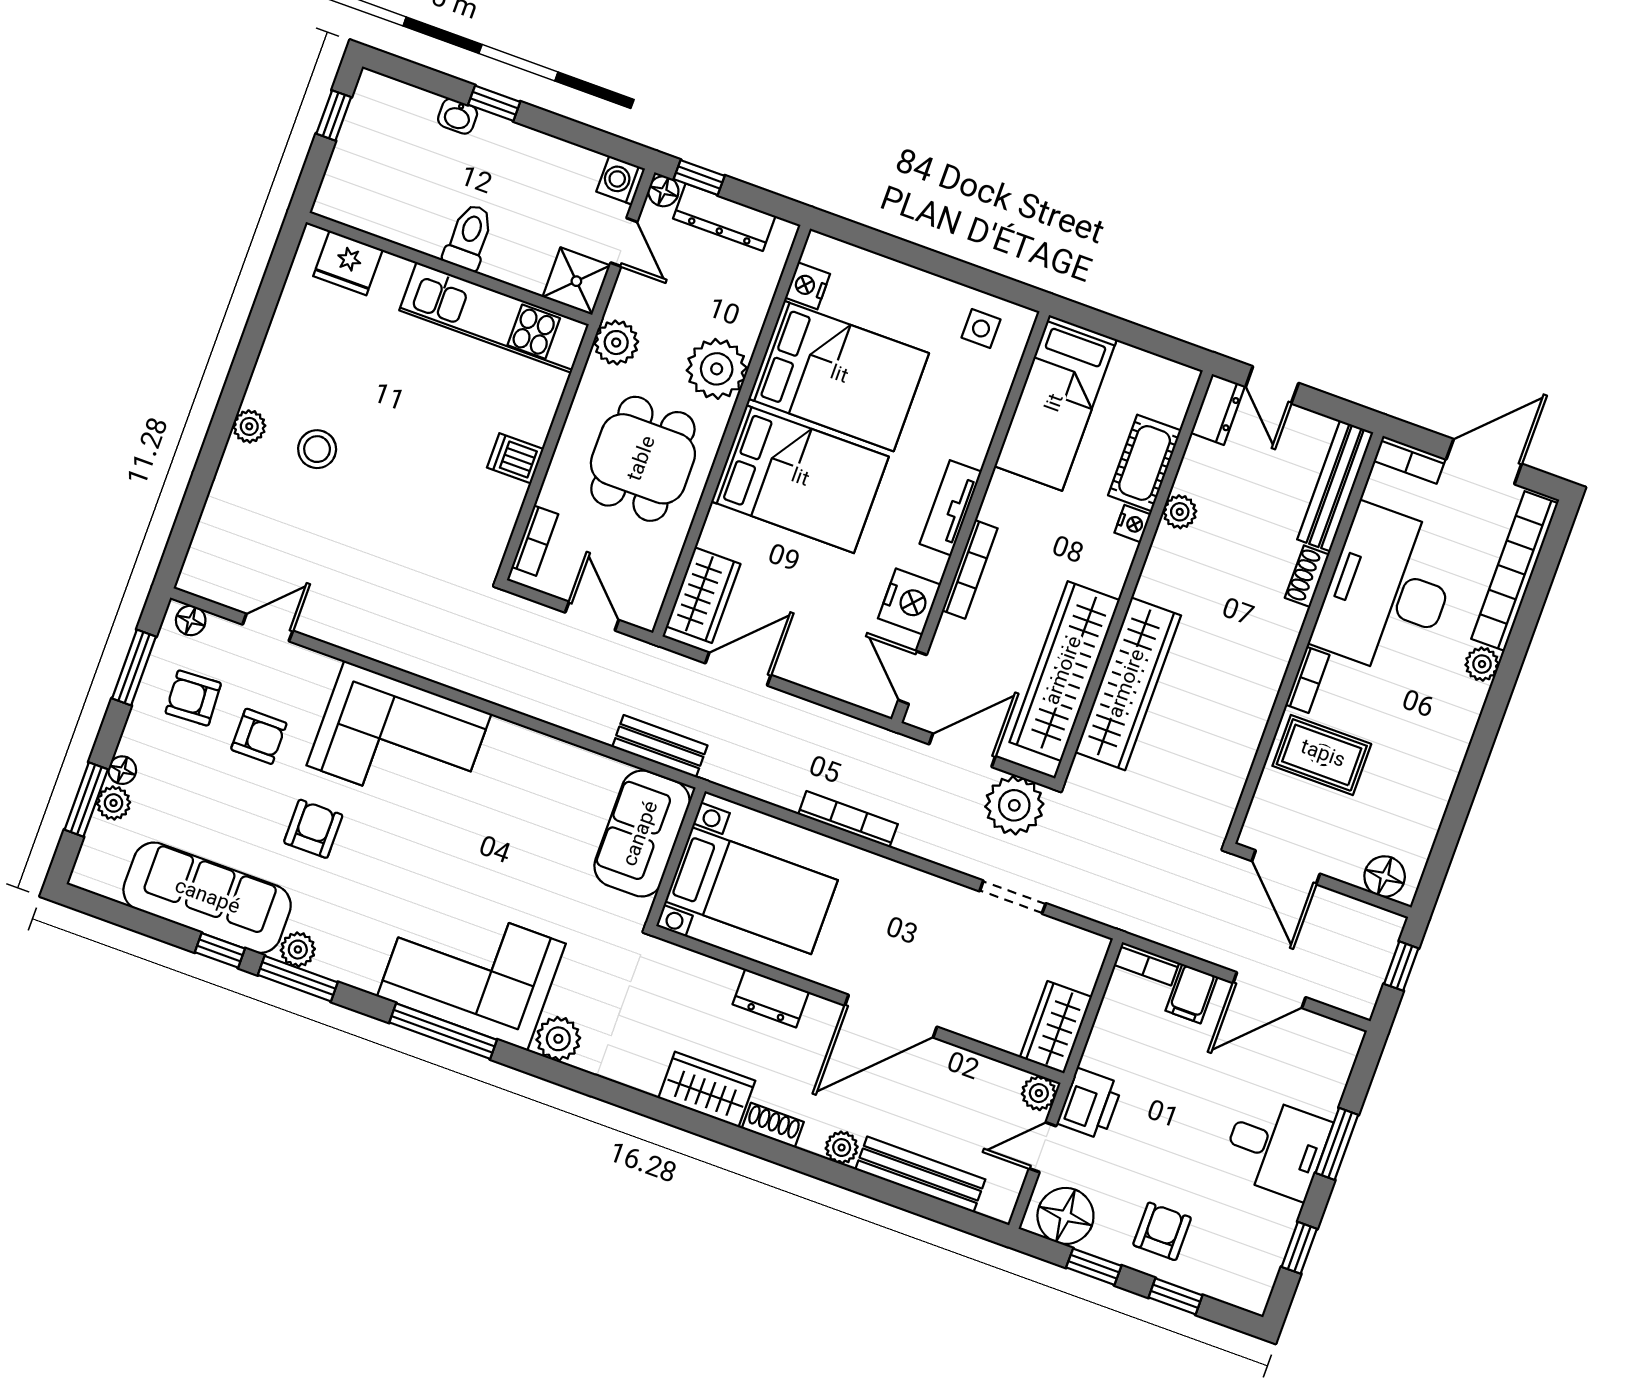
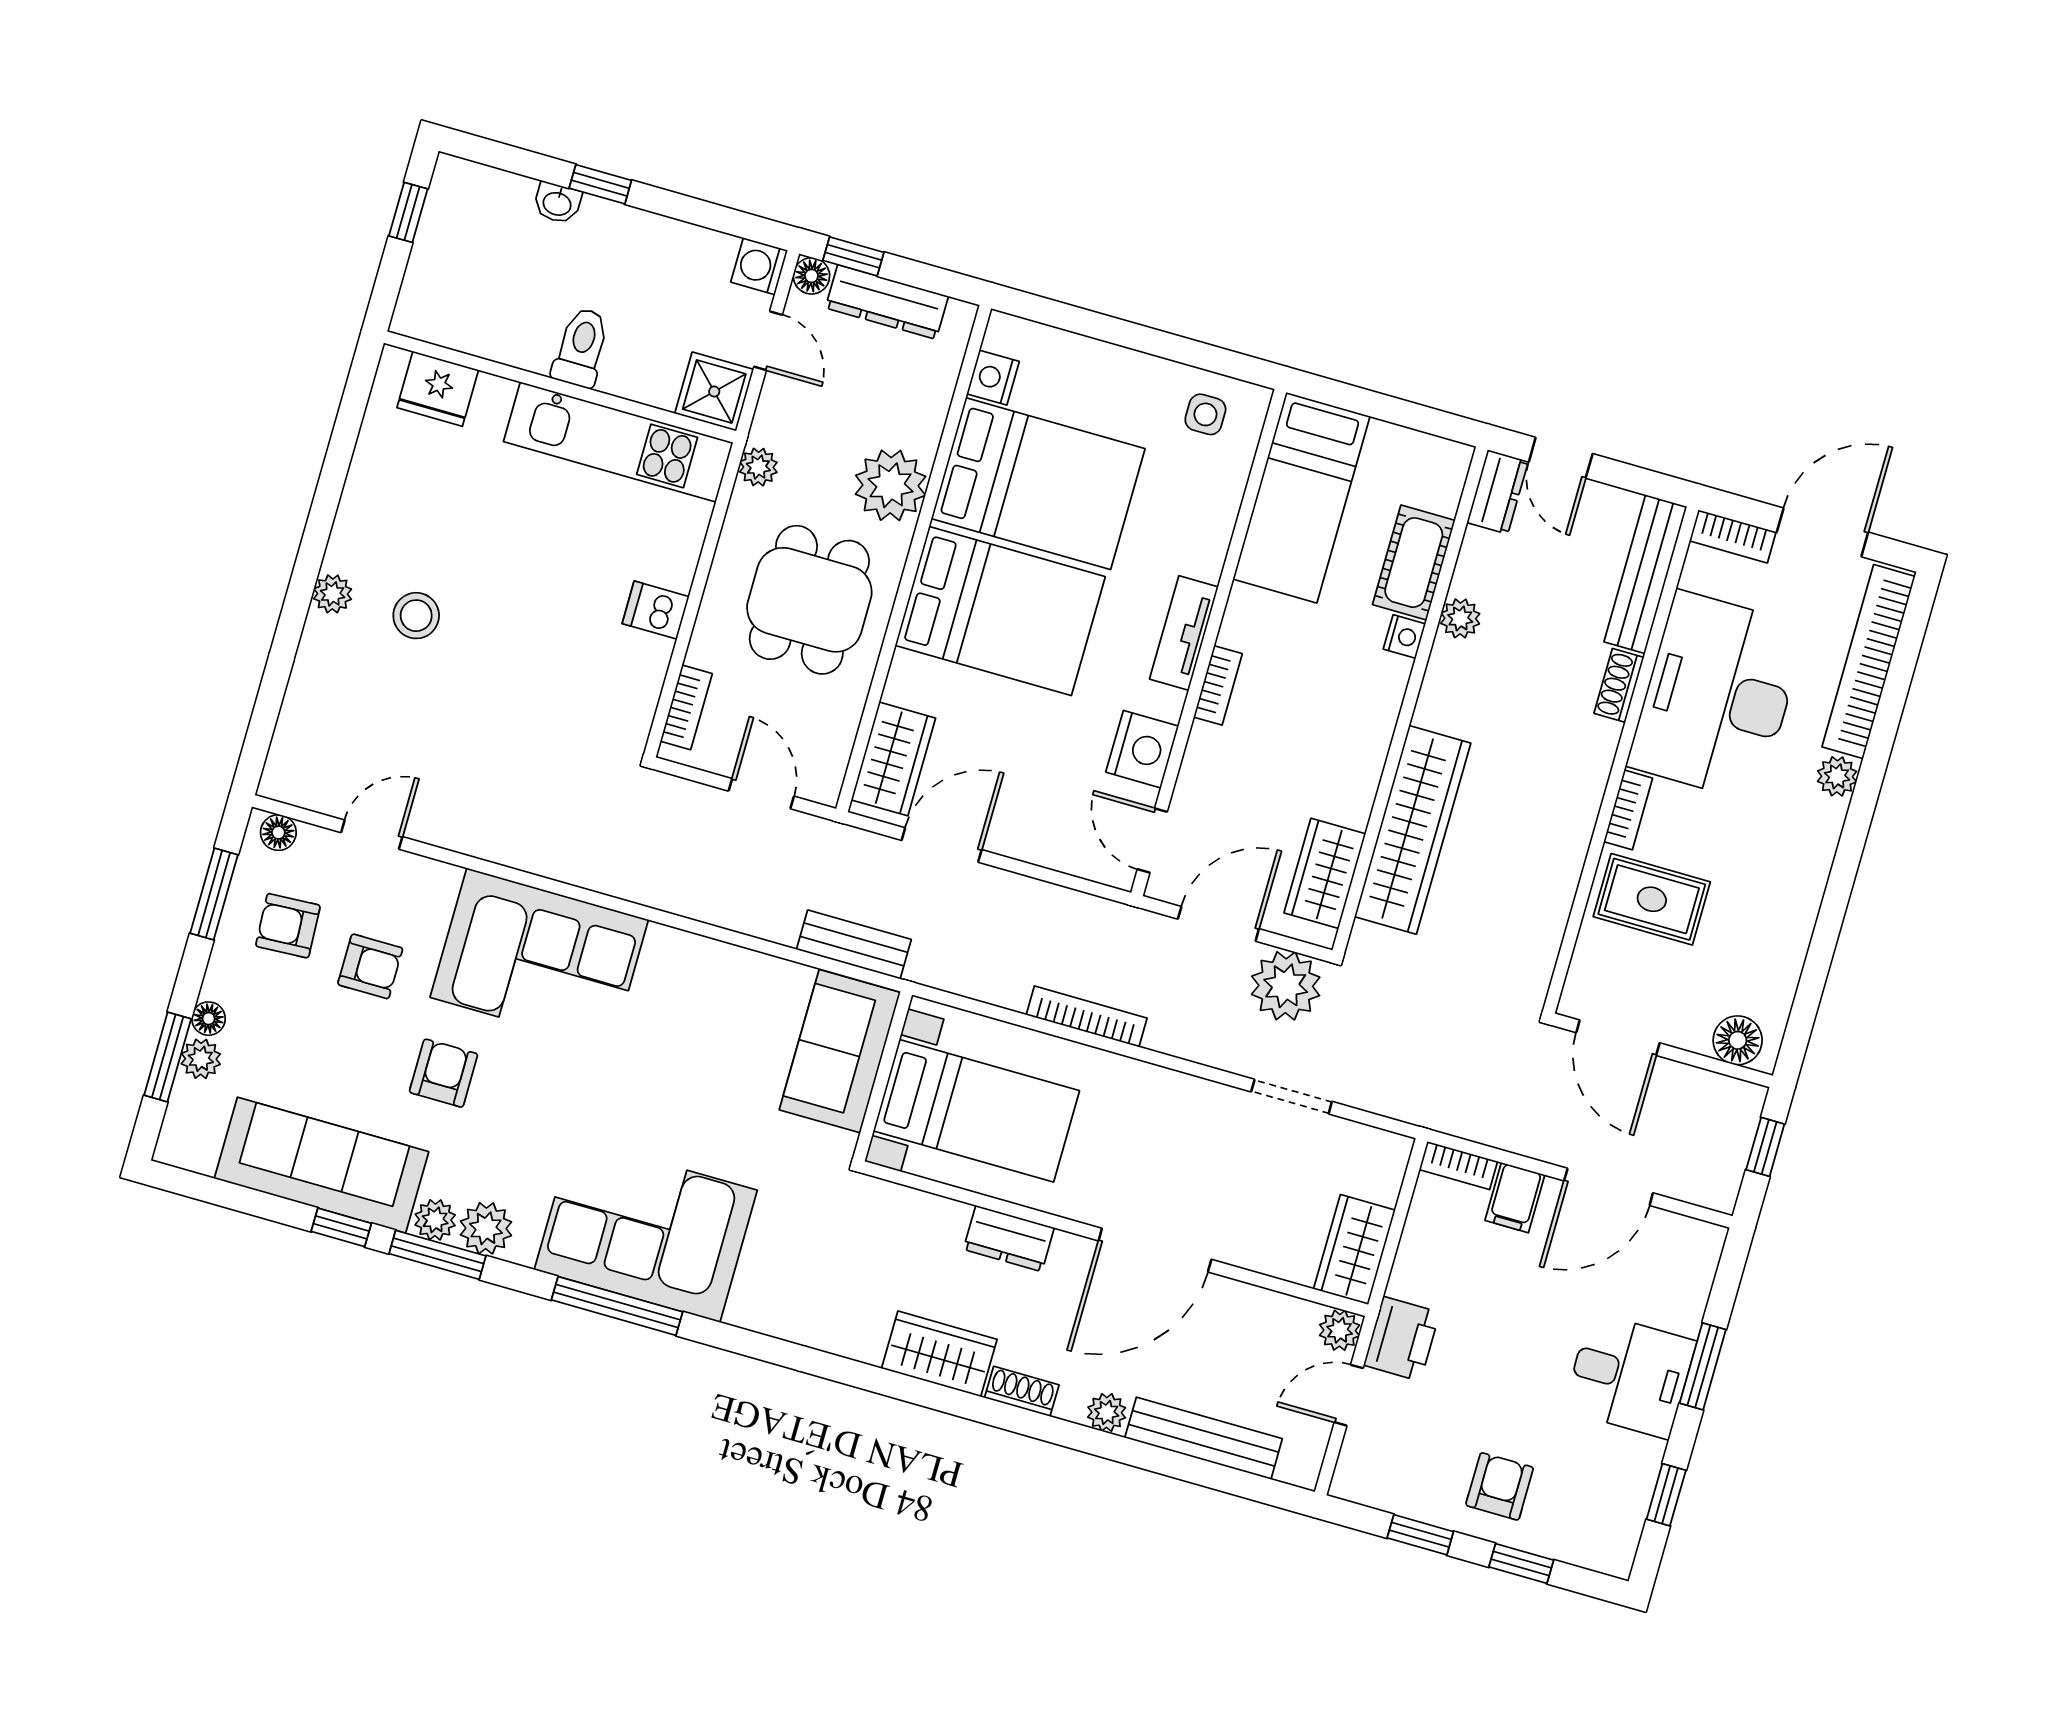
plant: (616, 343) -> (758, 467), width x0.73, depth x0.73
bookcase: (970, 569) -> (1218, 685), width x0.64
wardrobe: (1065, 671) -> (1325, 873), width x0.48, depth x0.85
plant: (558, 1039) -> (486, 1228), moved
floor lamp: (1065, 1216) -> (1382, 1476), removed

